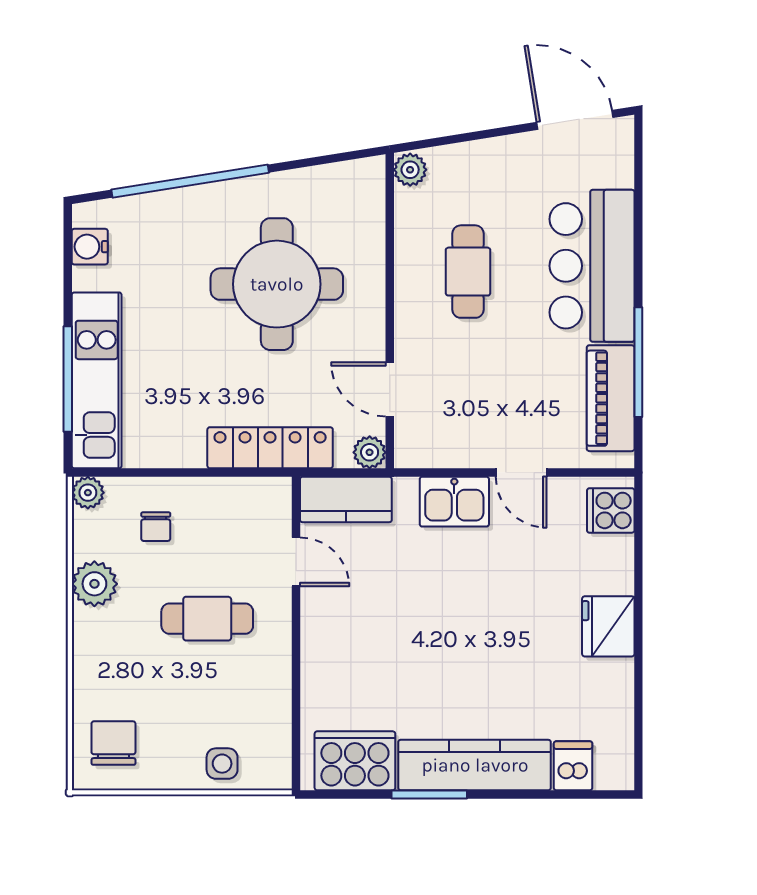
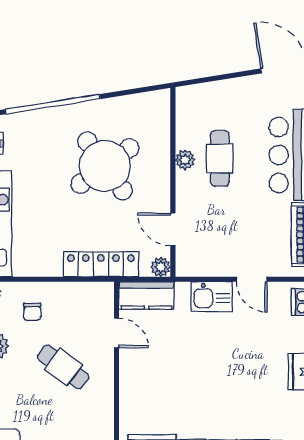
plant: (410, 170) -> (185, 160), moved
round table: (277, 284) -> (105, 166), turned -36
cafe table: (207, 619) -> (63, 367), turned 37

